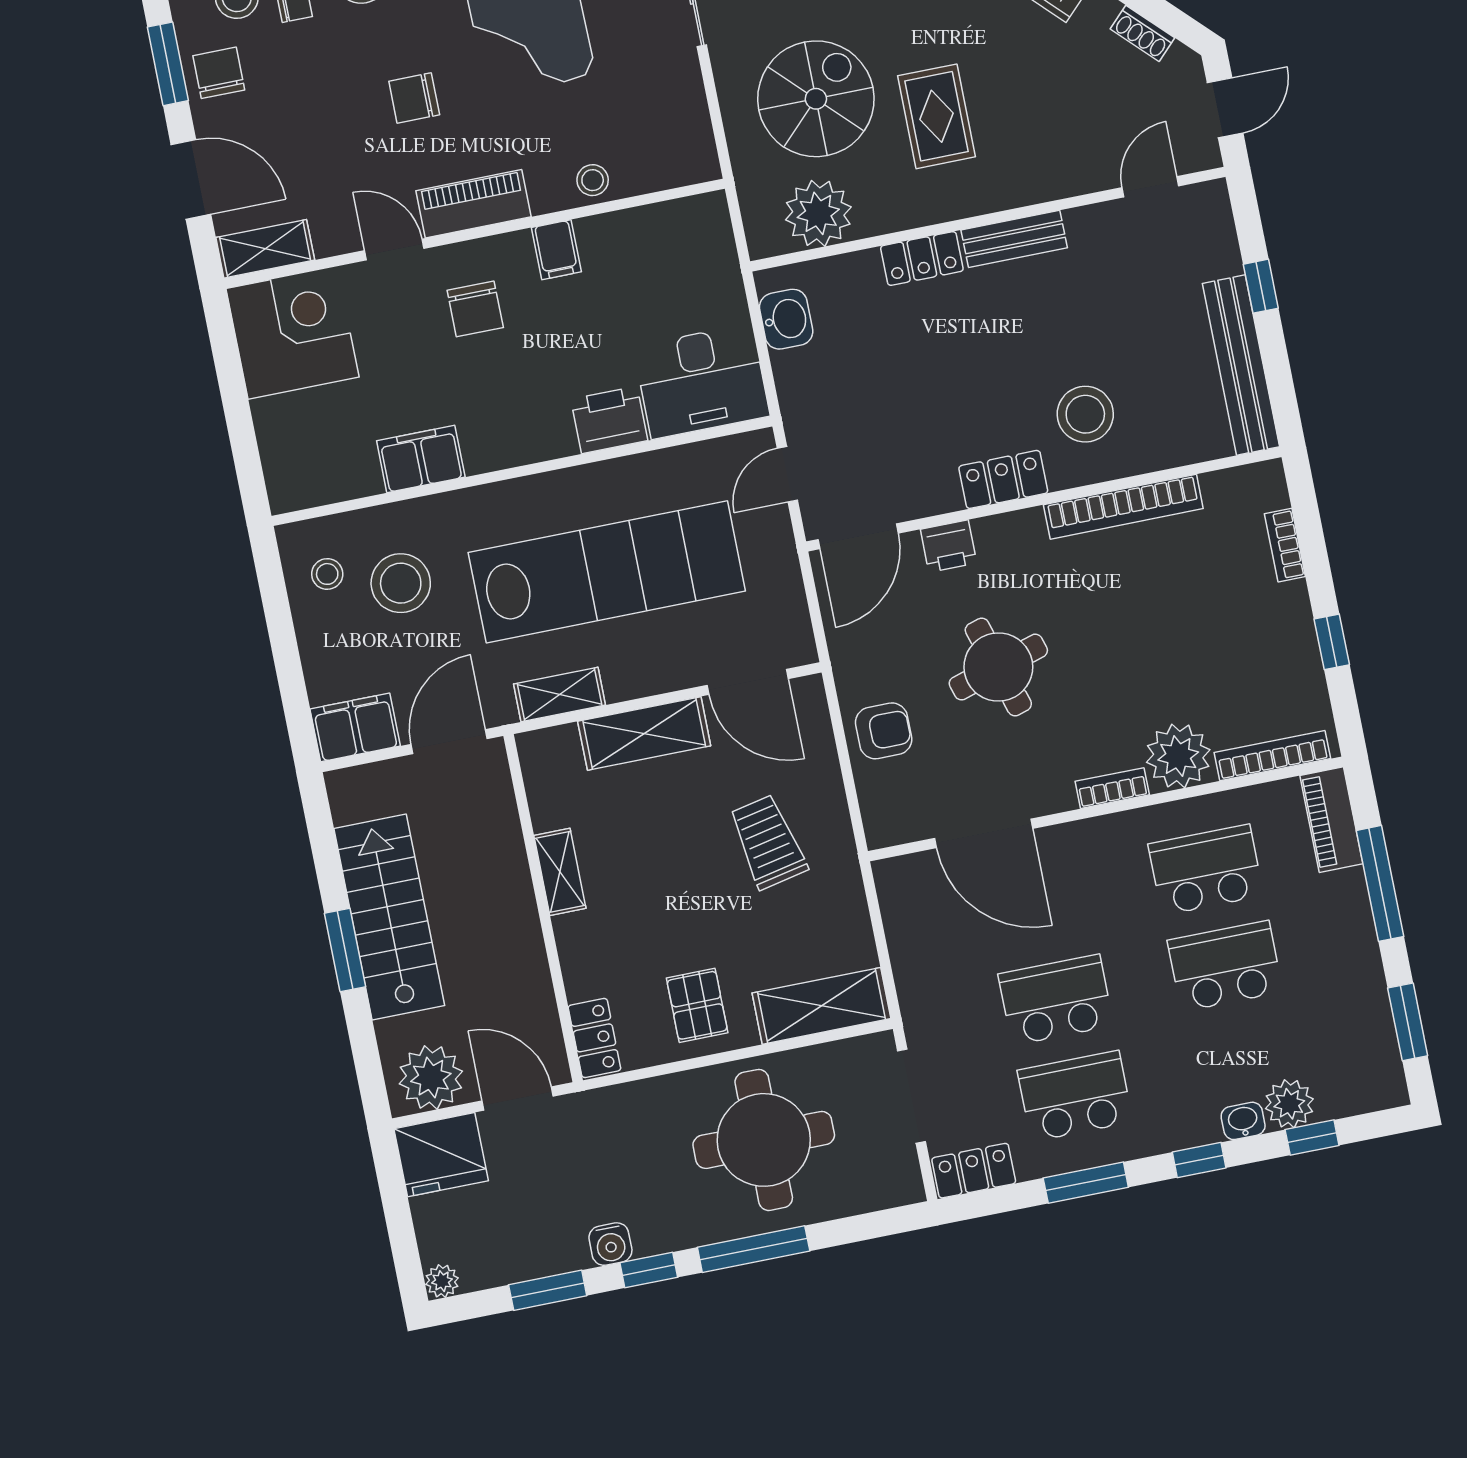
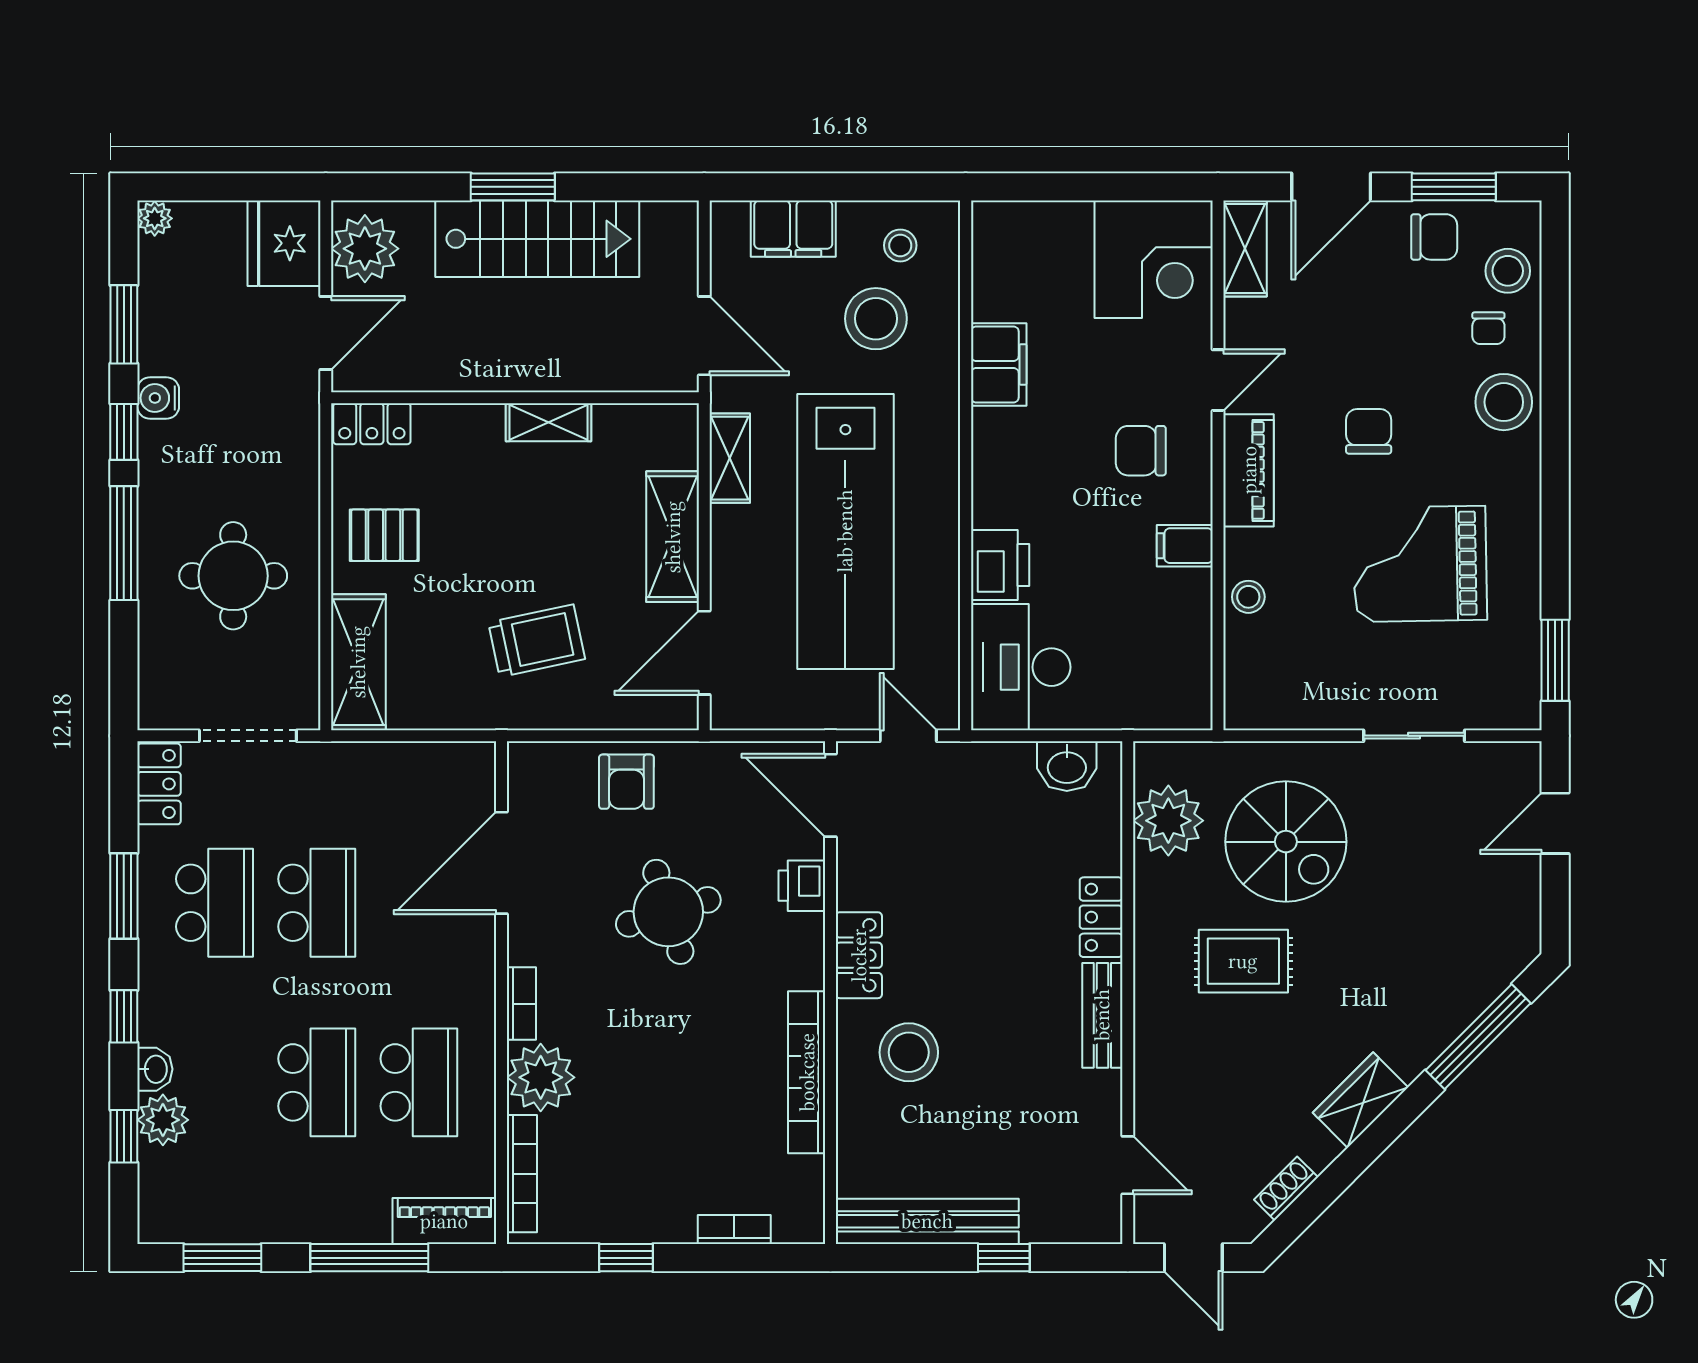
filing cabinet: (355, 727) -> (793, 229), moved, turned 90
round table: (764, 1140) -> (233, 576), width x0.73, depth x0.73

